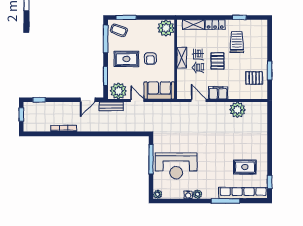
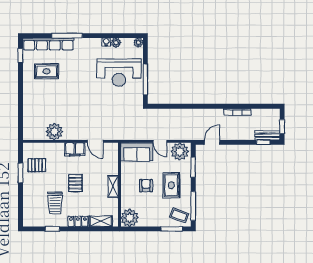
rug: (126, 59) -> (171, 185), turned 90
bench: (111, 106) -> (267, 135), moved
reception desk: (176, 166) -> (119, 73), turned 180
plant: (197, 194) -> (116, 43), moved

